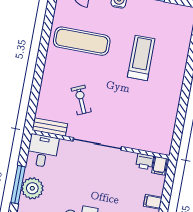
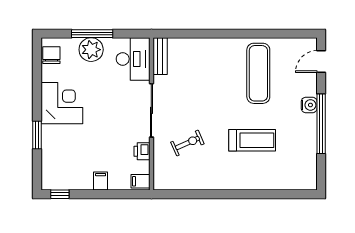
exercise bike: (81, 100) -> (187, 143), moved
desk: (43, 151) -> (133, 59), width x1.37
printer: (145, 162) -> (142, 151), moved

